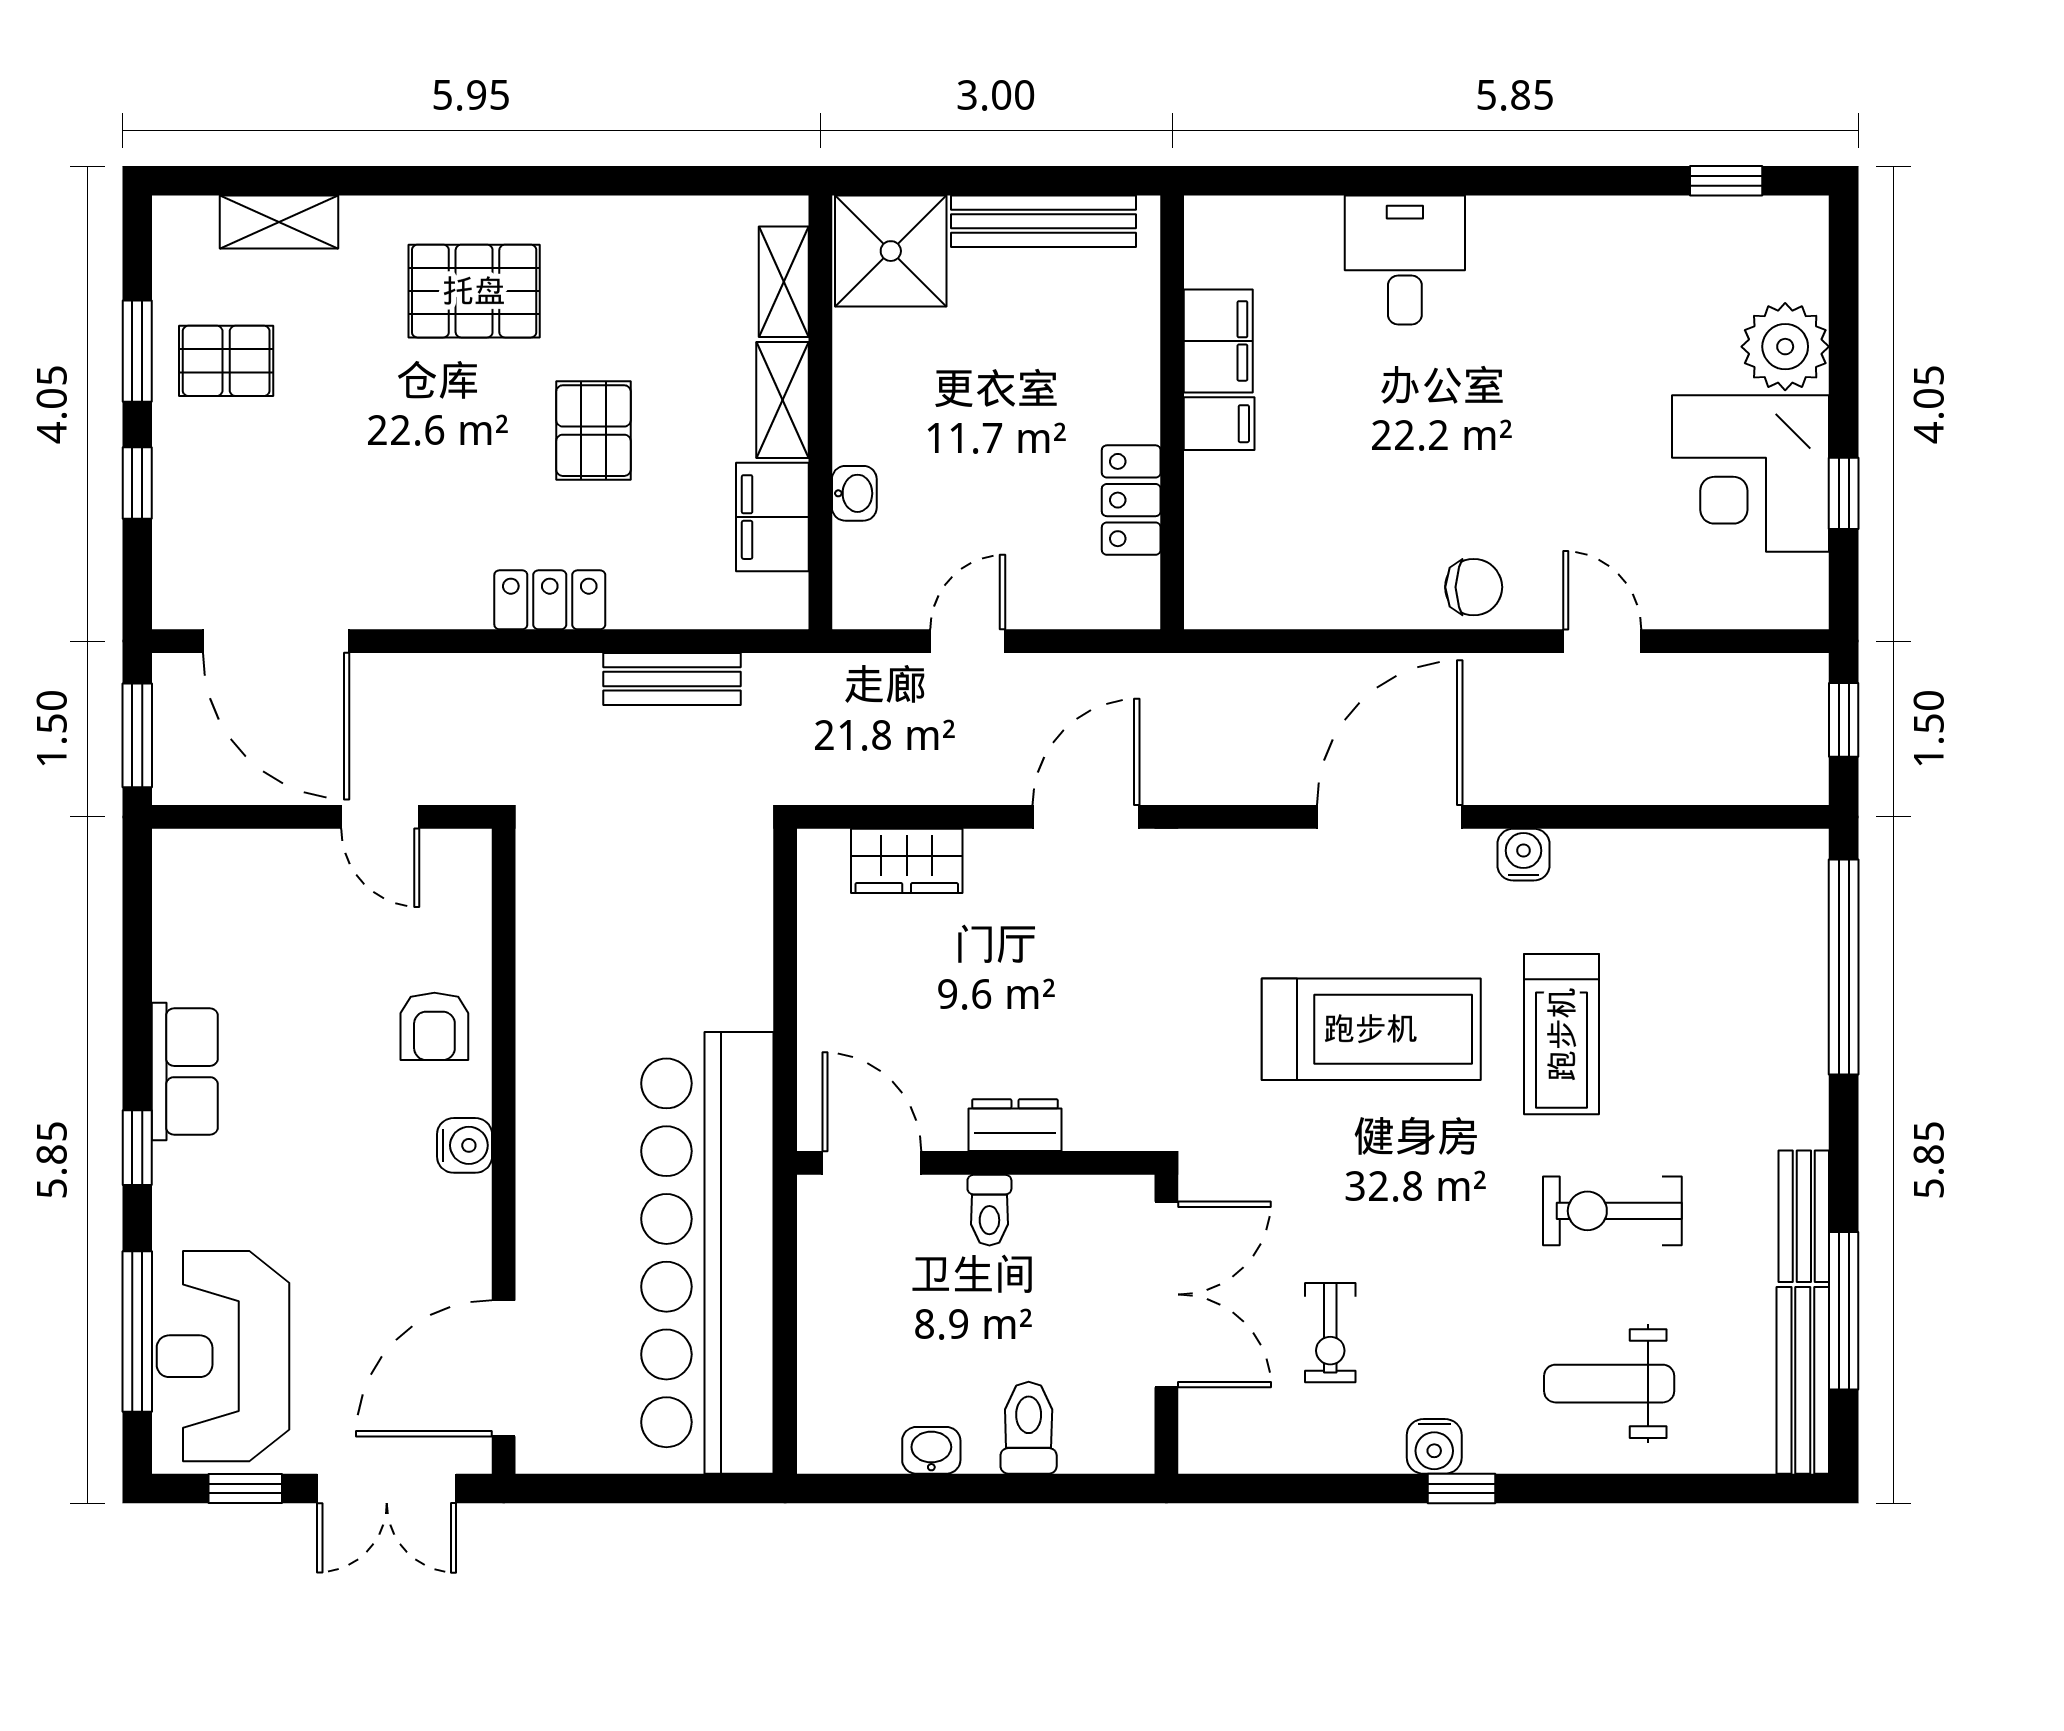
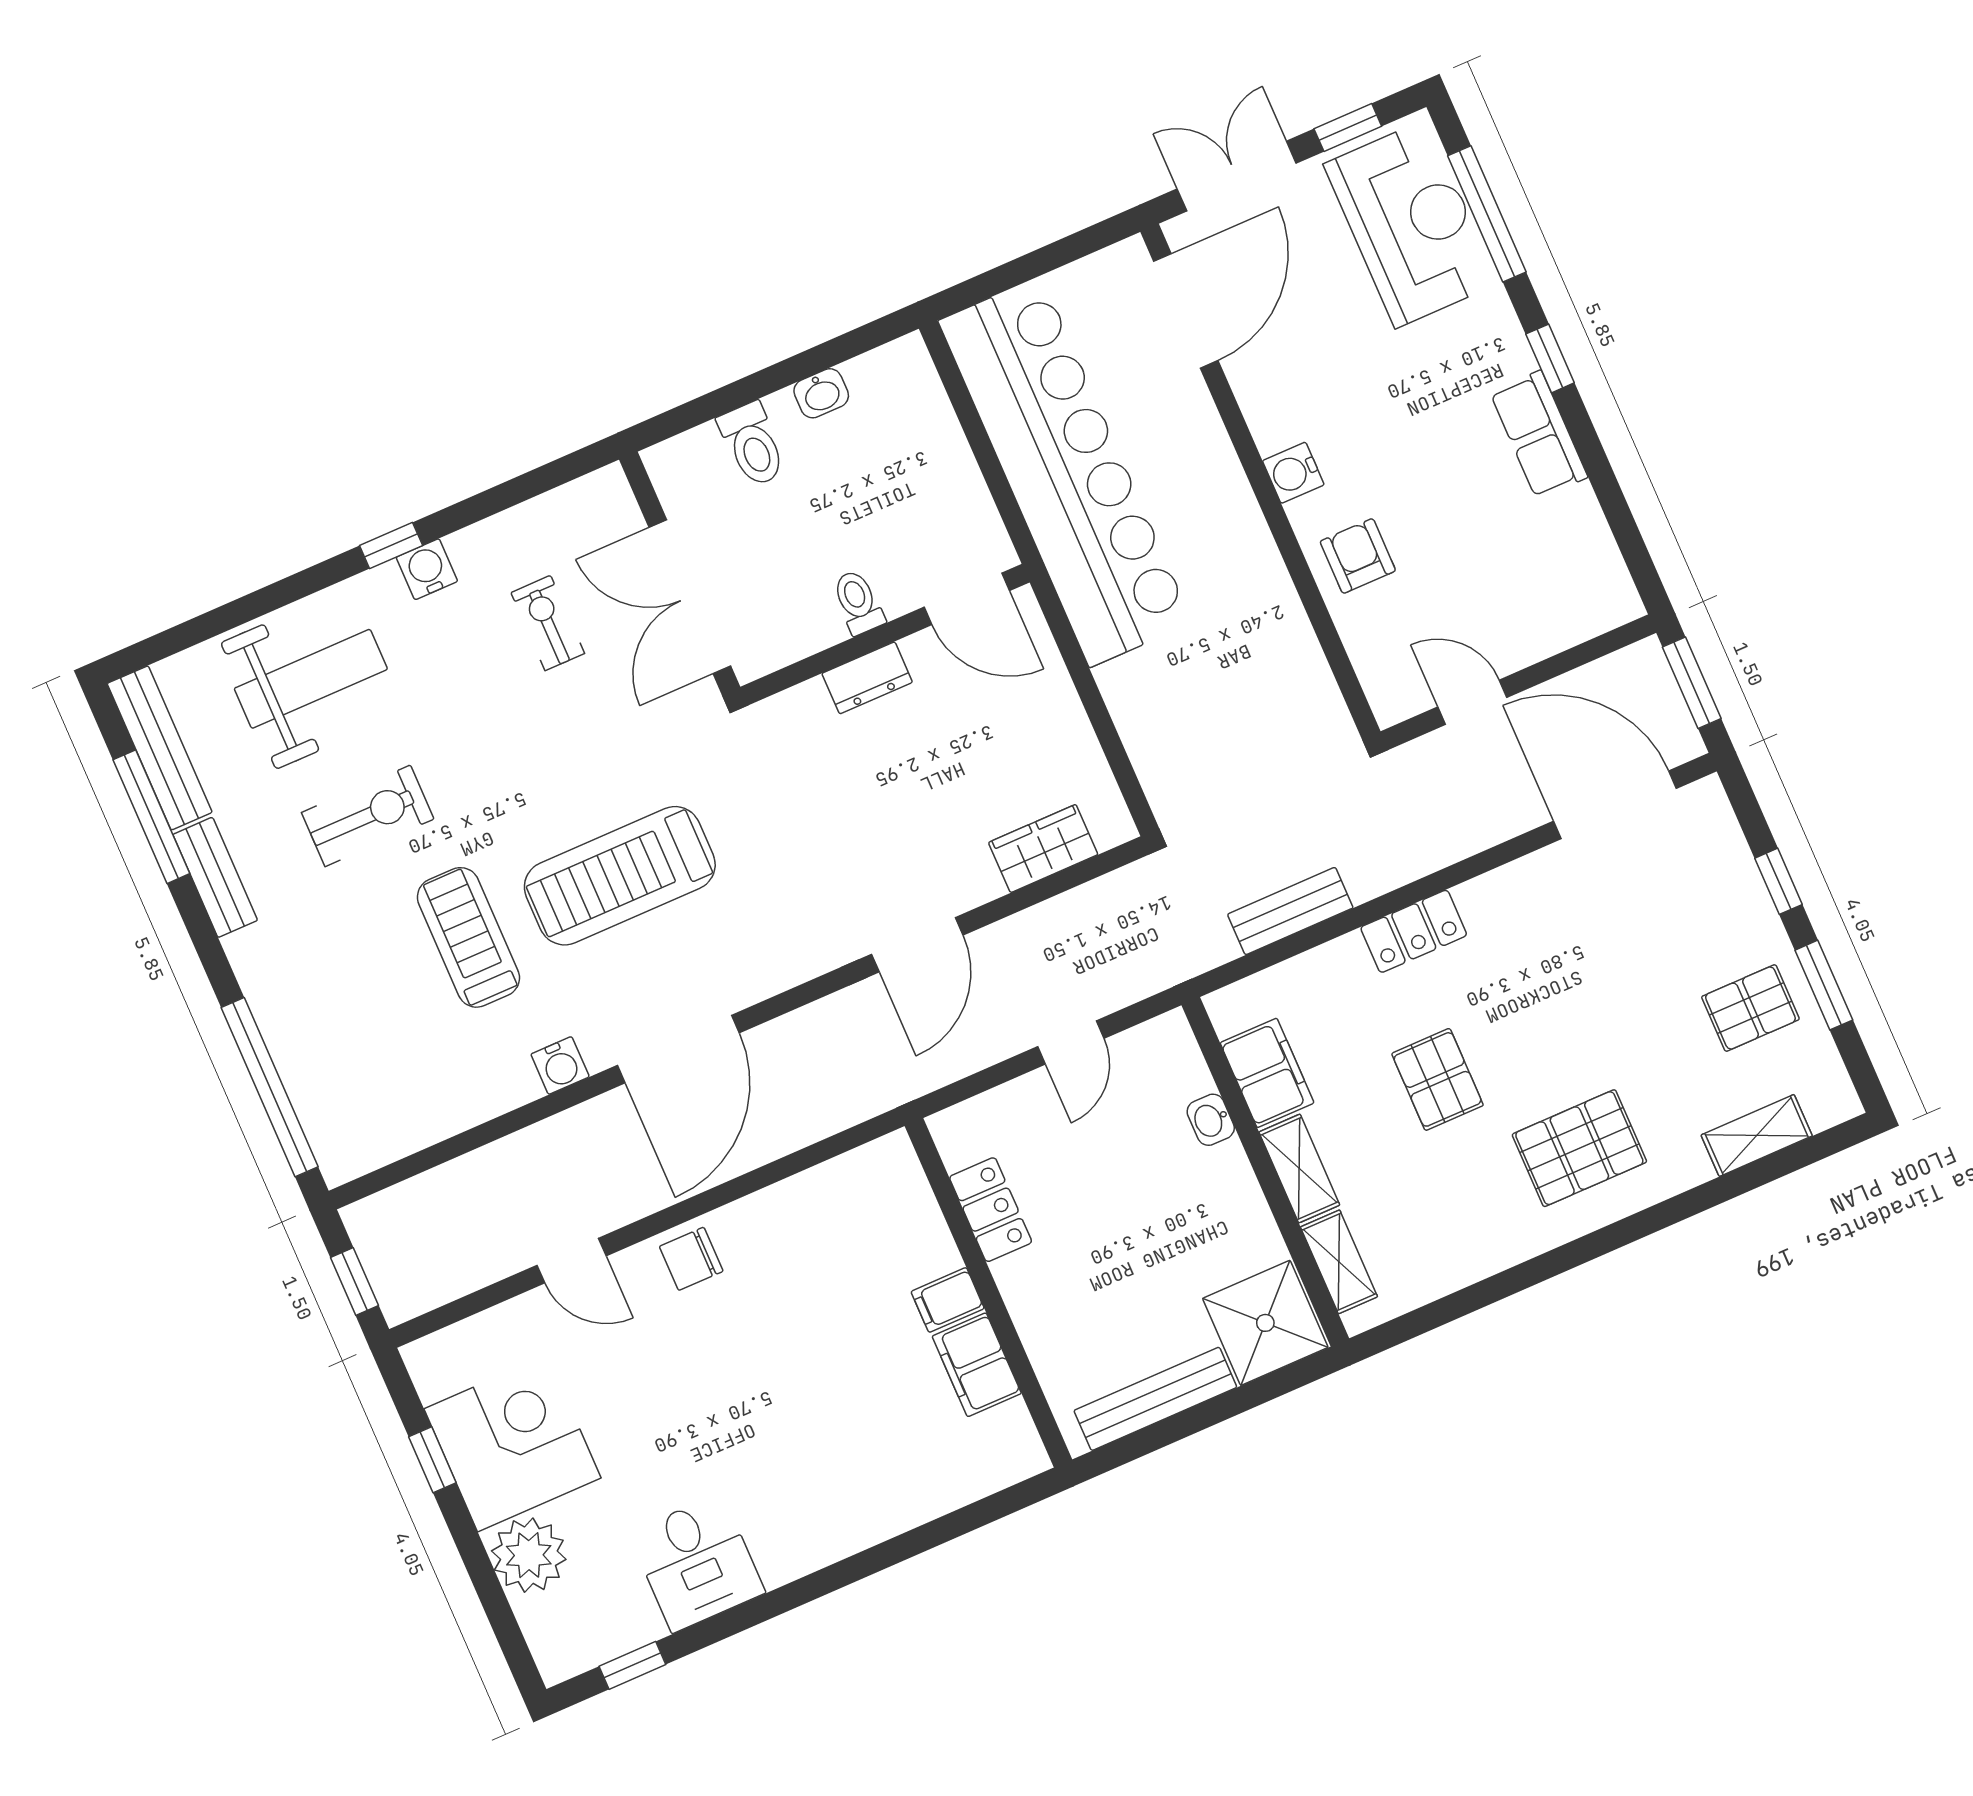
desk: (1405, 260) -> (697, 1563), moved
weight bench: (1609, 1384) -> (311, 679), width x1.36, depth x1.33

